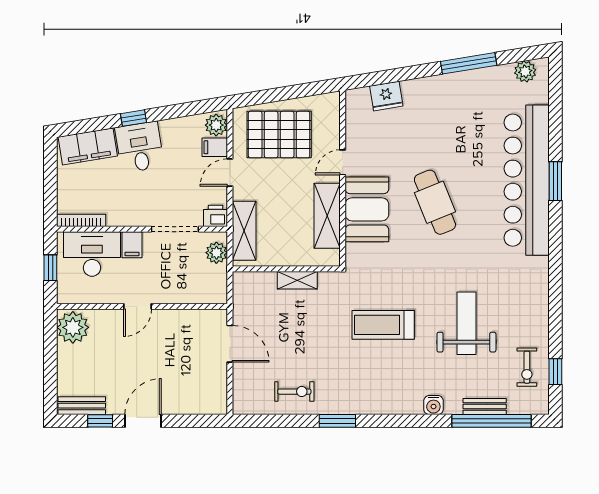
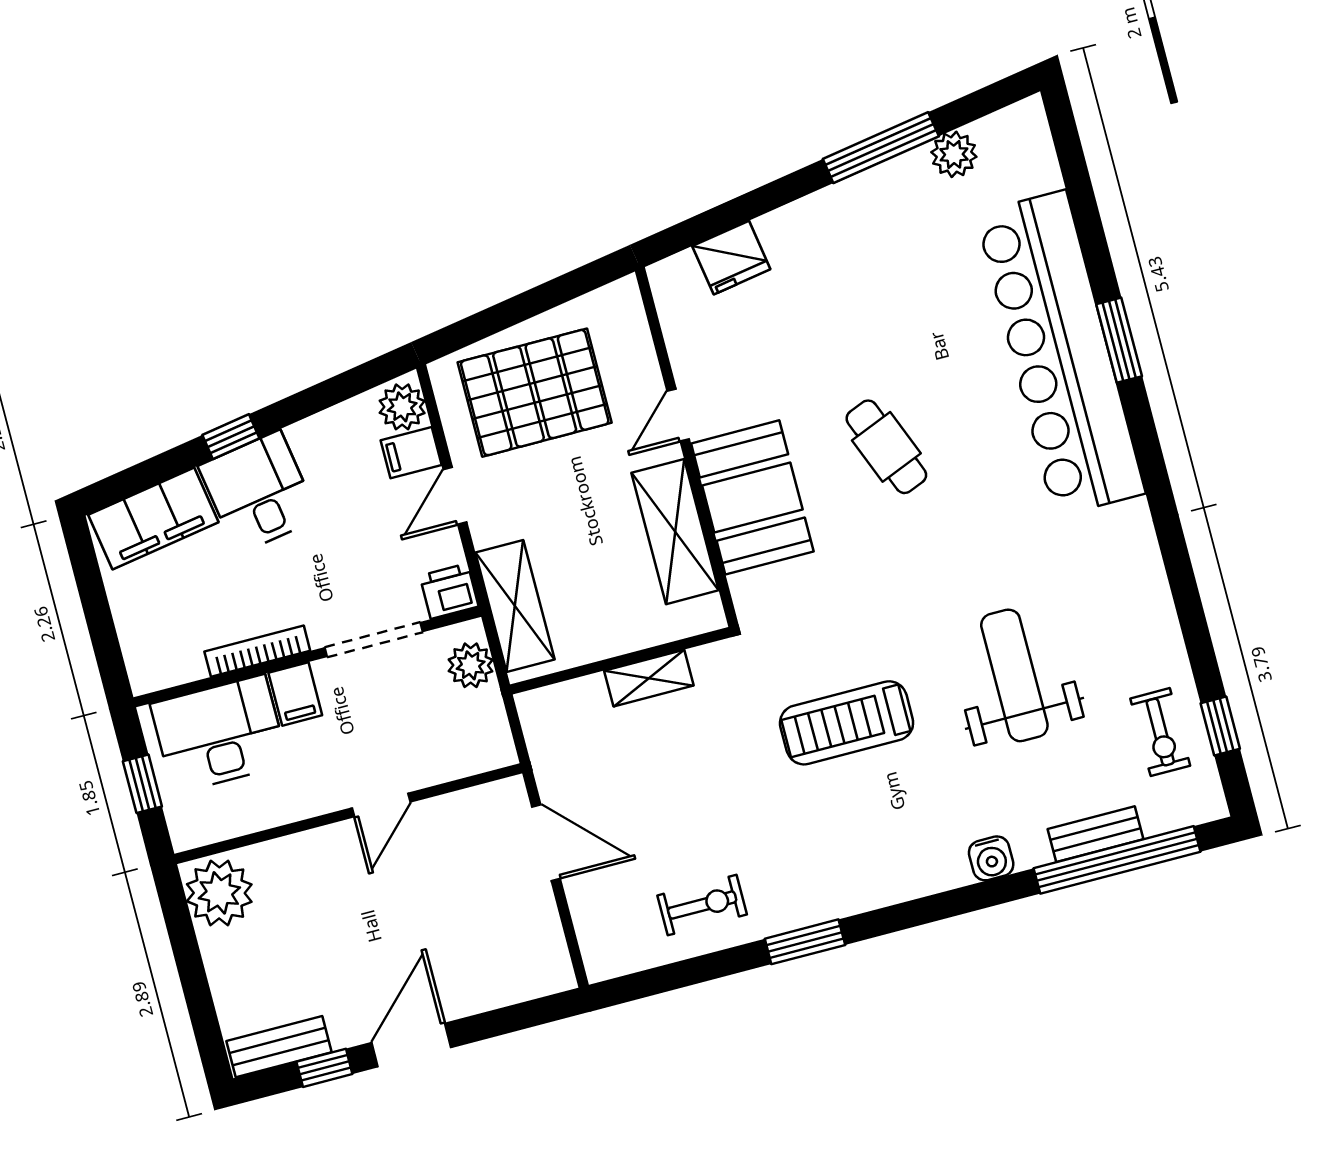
plant: (525, 71) -> (954, 154), moved
cafe table: (435, 202) -> (886, 447), width x0.73, depth x0.74
bookcase: (81, 220) -> (257, 651), moved
door: (137, 306) -> (381, 805), moved

